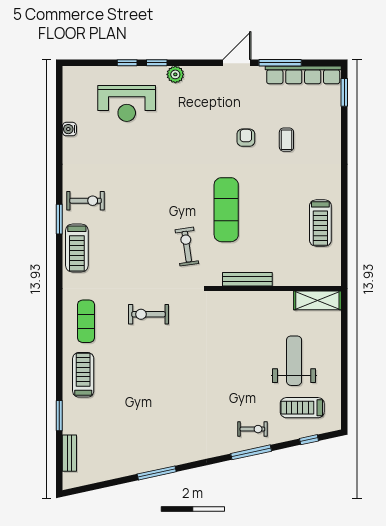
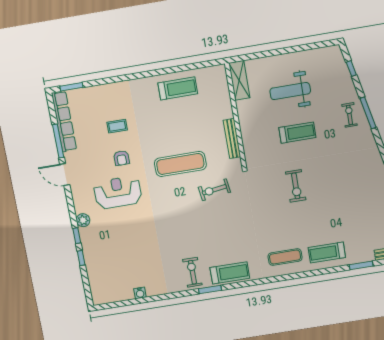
reception desk: (127, 103) -> (118, 192), moved, turned -90
armchair: (246, 138) -> (121, 158), turned -90
exercise bike: (148, 314) -> (296, 186), moved
treadmill: (302, 408) -> (297, 133), moved, turned -90

